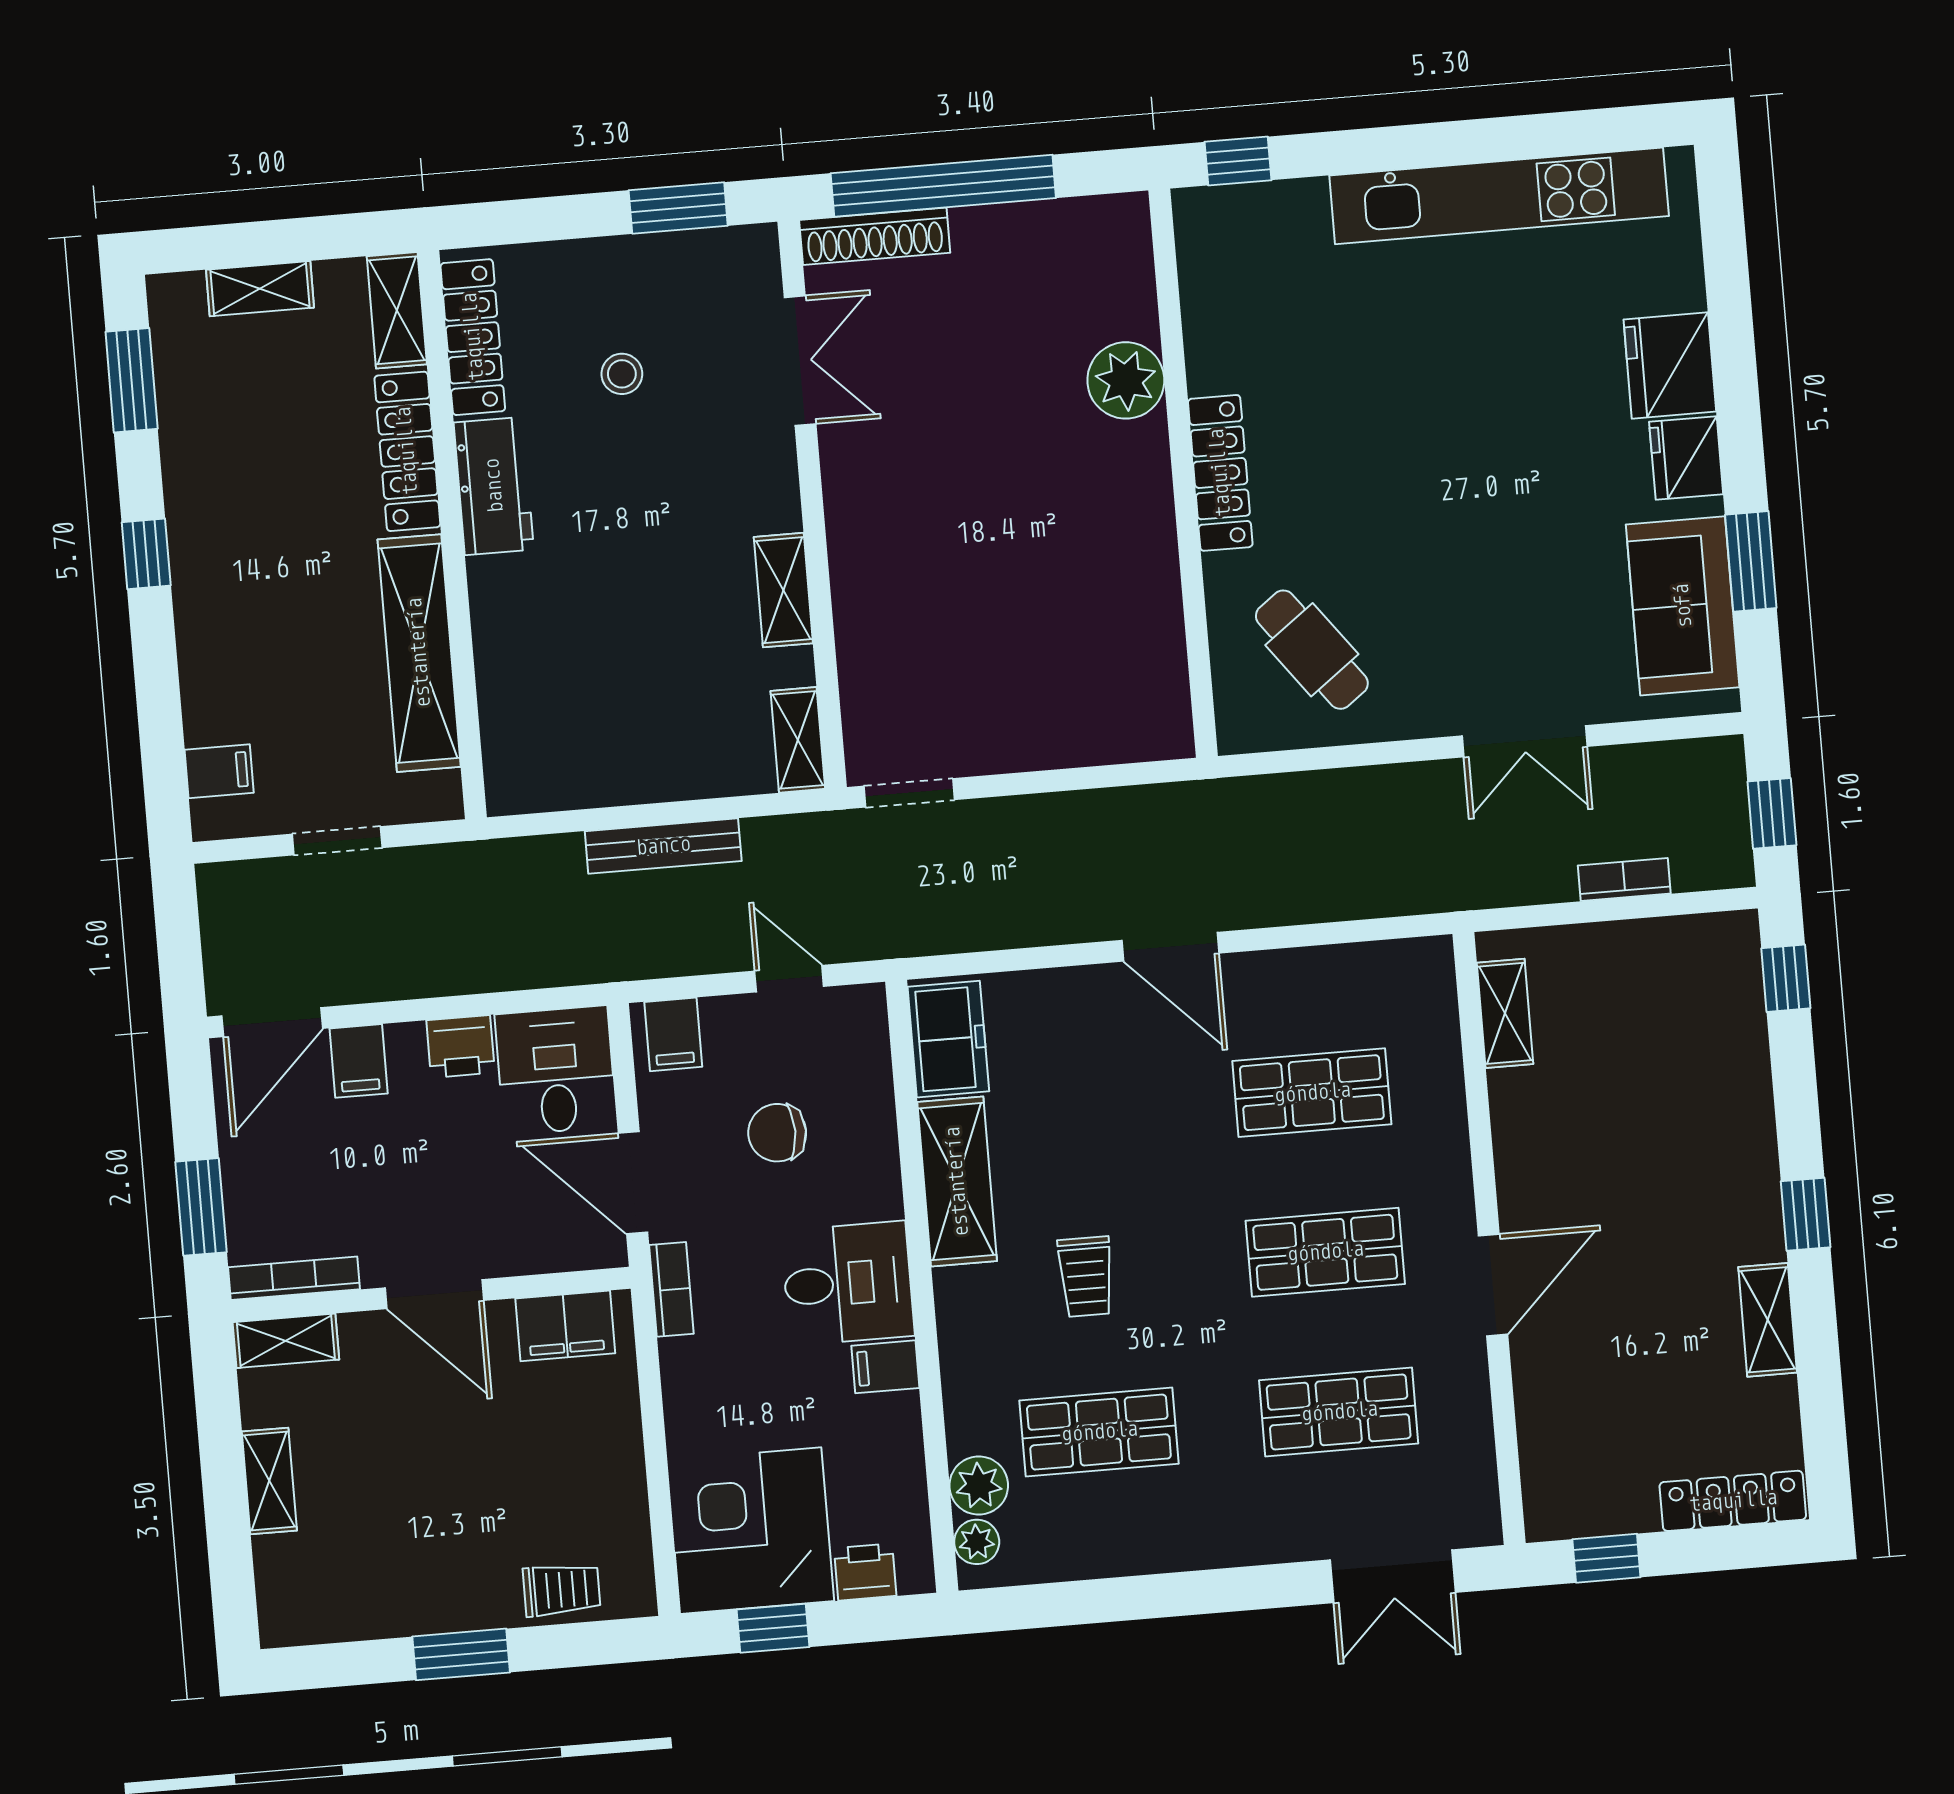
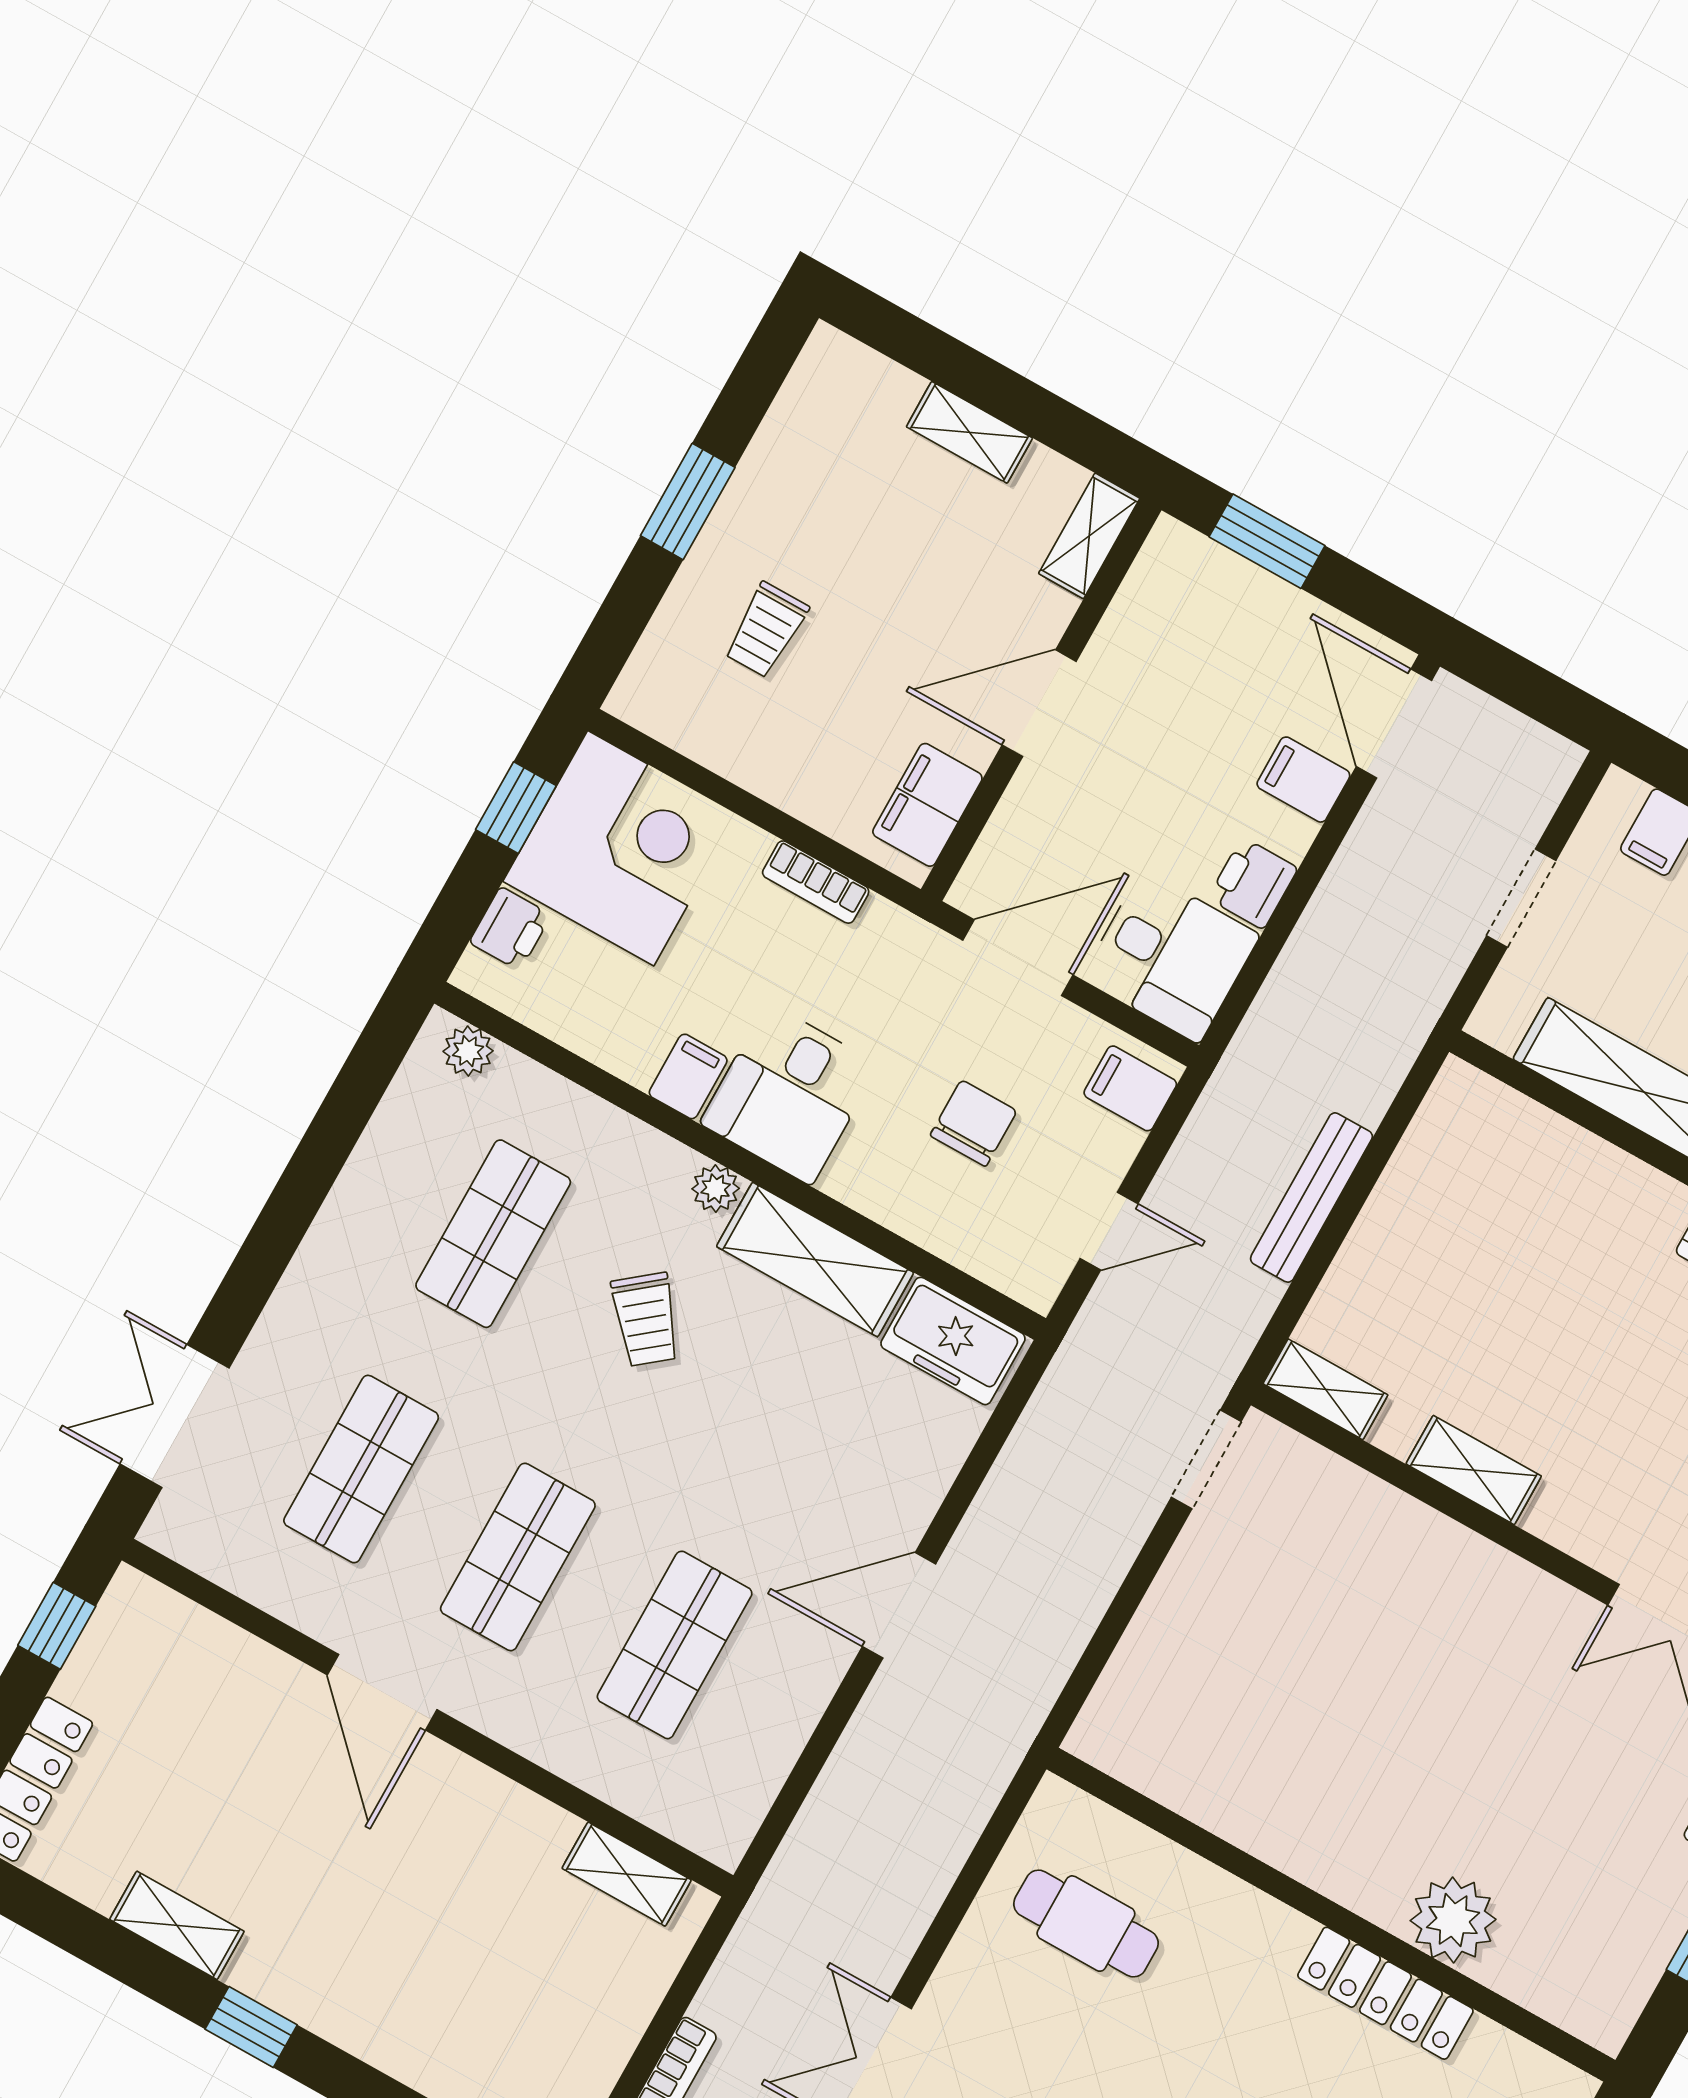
locker: (1220, 473) -> (1385, 1993), moved
cafe table: (1312, 650) -> (1086, 1924), turned 37
trolley: (1086, 1277) -> (646, 1319), turned -129
bookcase: (294, 1278) -> (1142, 583), removed
bookcase: (671, 1289) -> (816, 882), moved
plant: (979, 1486) -> (716, 1189), moved, width x0.73, depth x0.73
trolley: (562, 1590) -> (766, 630), moved

